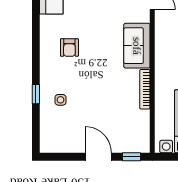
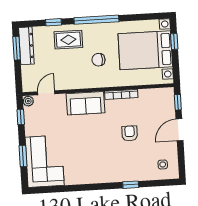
armchair: (69, 48) -> (130, 133), moved, turned -90
side table: (61, 100) -> (163, 164), moved

